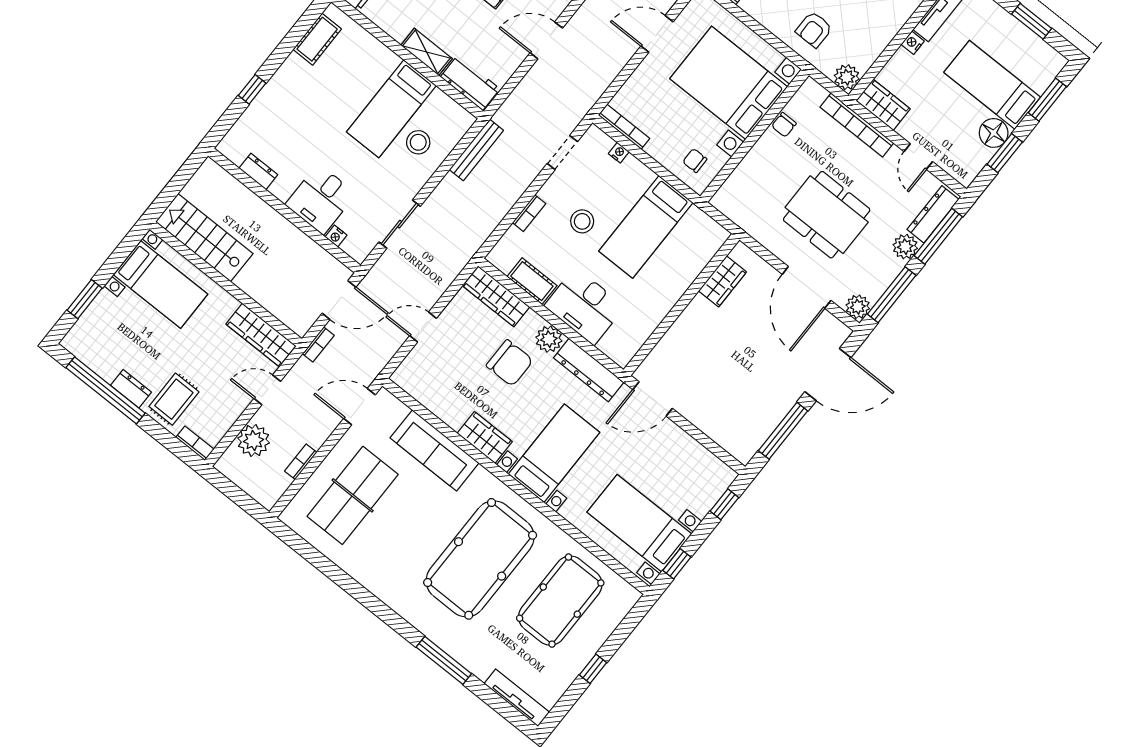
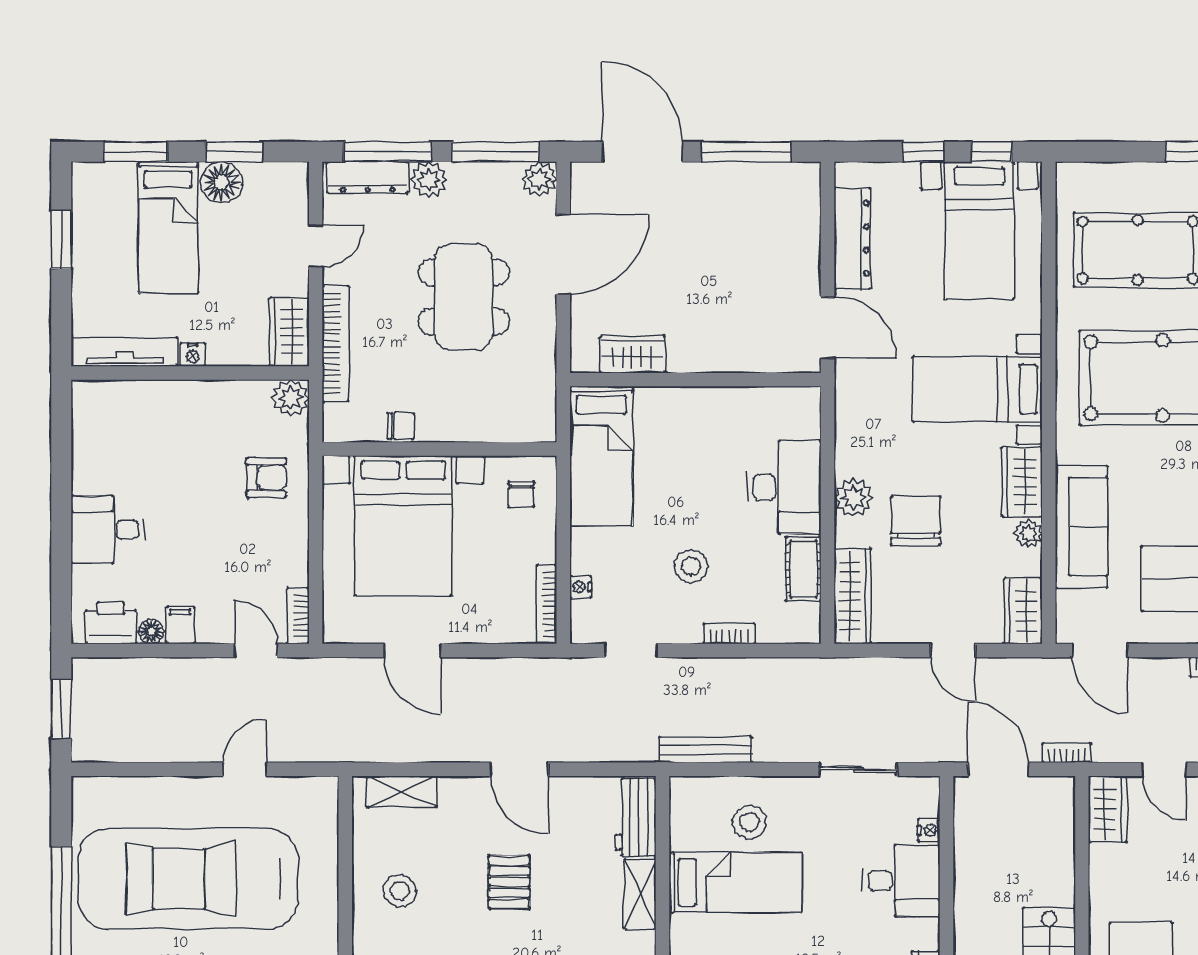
bed: (646, 227) -> (601, 456), moved, turned 90
wardrobe: (261, 335) -> (1108, 809), width x0.67
dresser: (589, 370) -> (852, 238), moved
wardrobe: (414, 382) -> (1023, 611), added
plant: (454, 419) -> (1028, 533), added
window: (724, 504) -> (923, 152), moved

